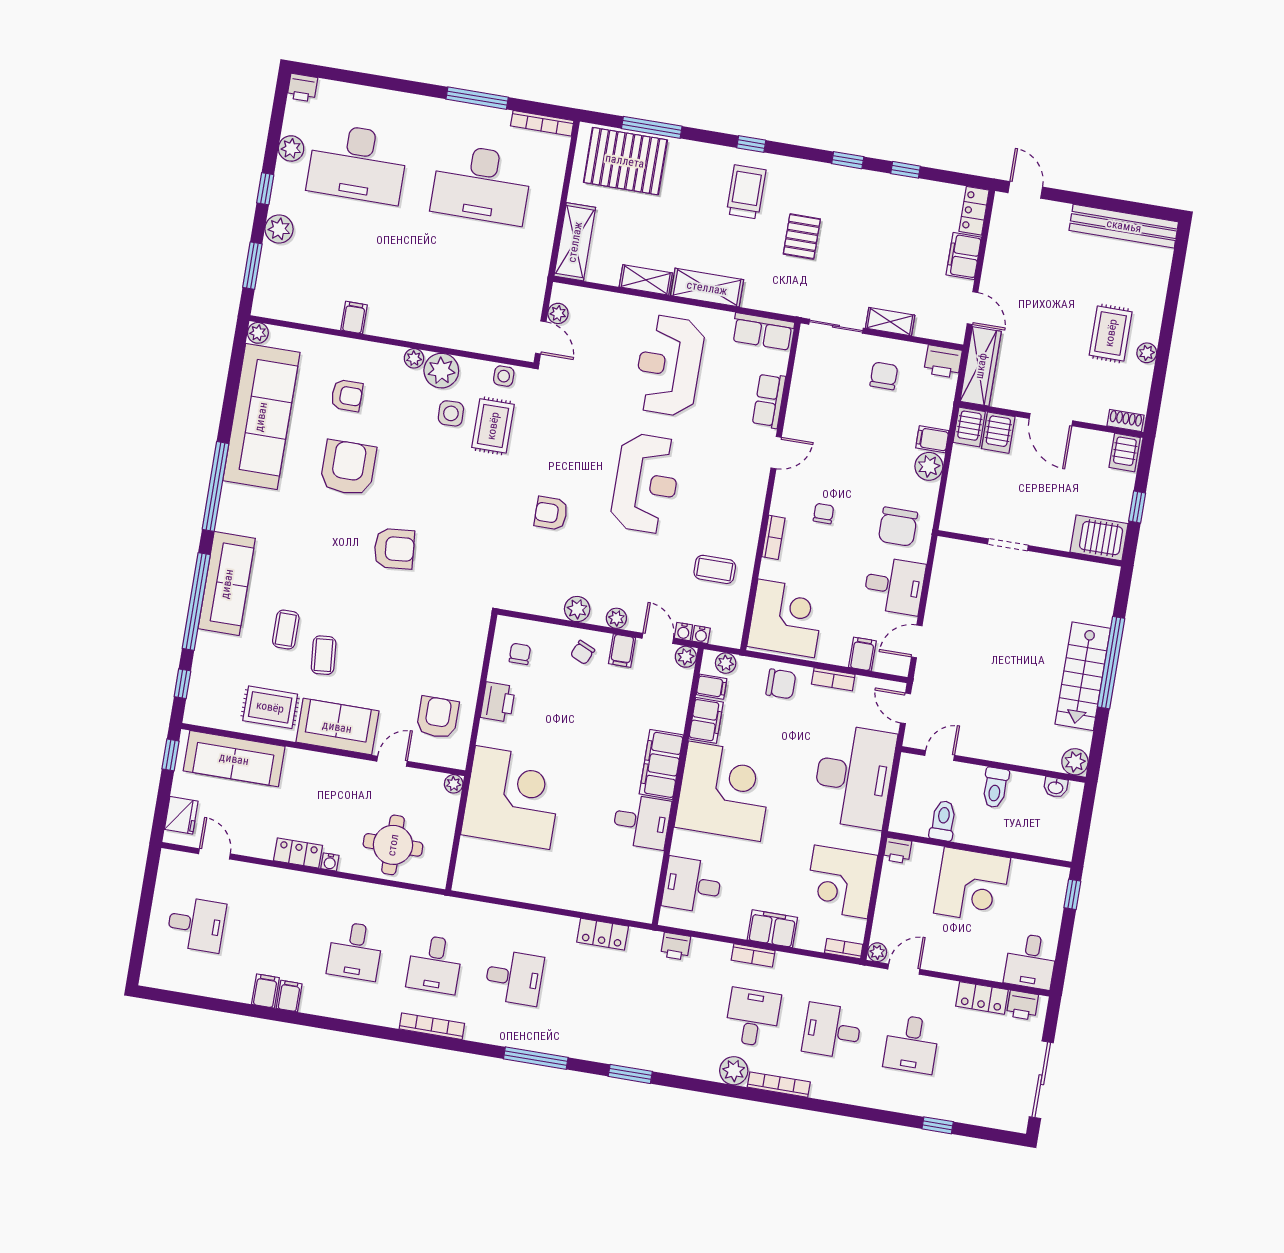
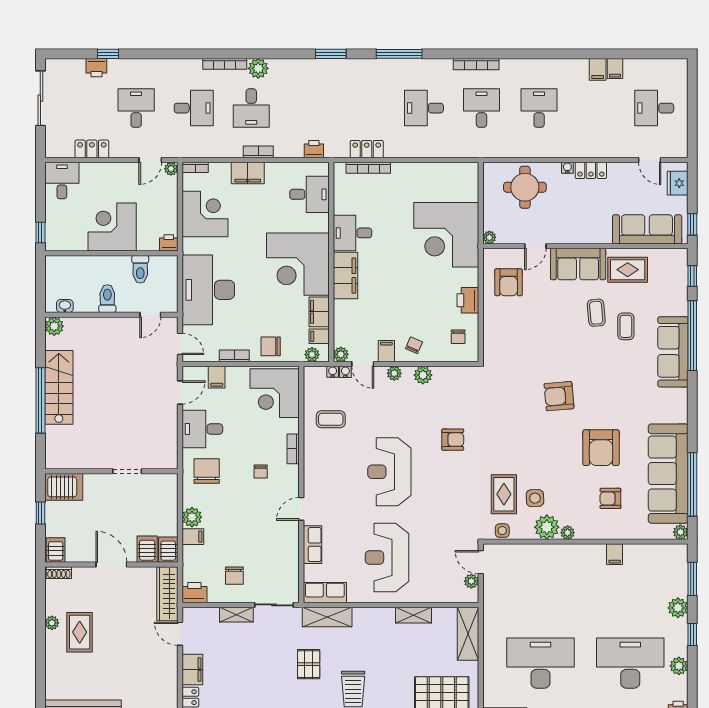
shelving: (707, 288) -> (327, 617), moved
reception desk: (669, 366) -> (387, 557), turned 180
window: (215, 486) -> (692, 484), moved
bookcase: (605, 908) -> (368, 168), added
filing cabinet: (289, 996) -> (615, 68), moved
printer: (1022, 1005) -> (96, 68), moved, turned 180

